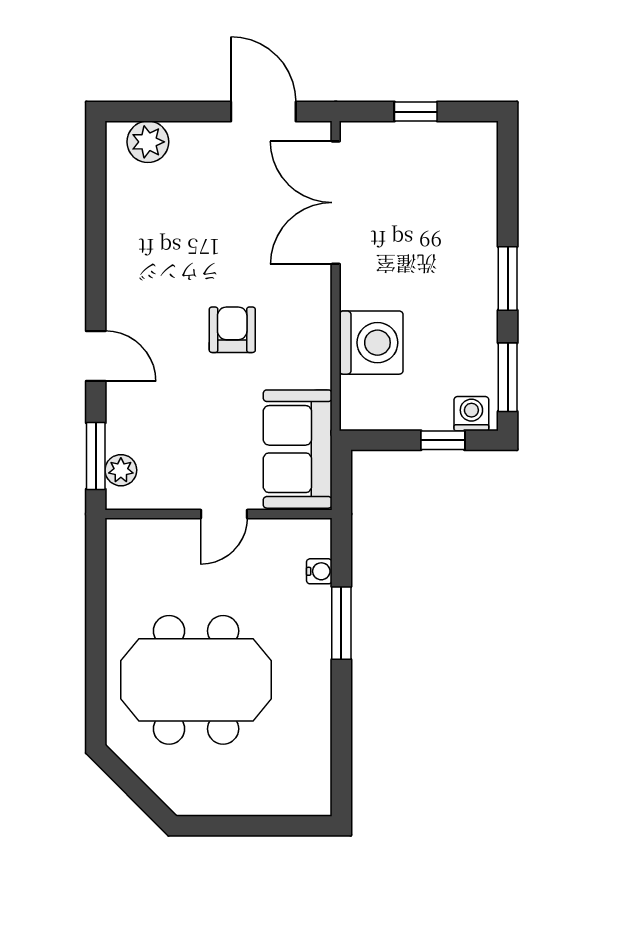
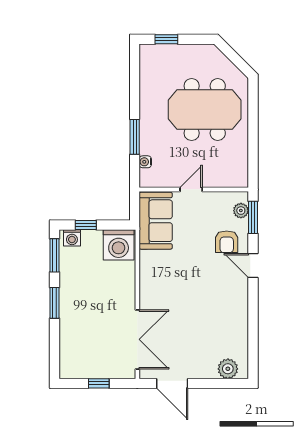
armchair: (232, 330) -> (227, 242), moved
washing machine: (371, 343) -> (119, 245), moved, turned -90
window: (276, 826) -> (166, 39), added

